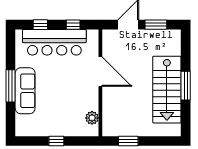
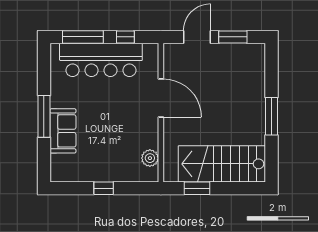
window: (40, 25) -> (83, 37), width x2.17
stairs: (167, 90) -> (222, 164), moved, turned 90
sofa: (25, 91) -> (63, 131), width x0.73

